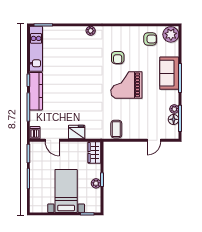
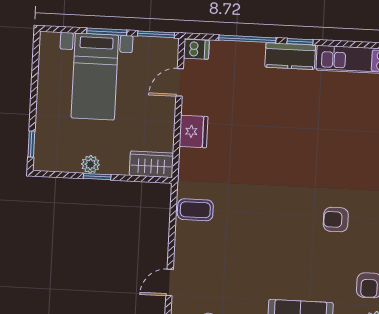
grand piano: (126, 85) -> (281, 234), removed
kitchen counter: (36, 91) -> (290, 56), width x0.67
door: (154, 140) -> (170, 282), hinge flipped
bed with nightstands: (66, 191) -> (95, 77), moved, turned 90

